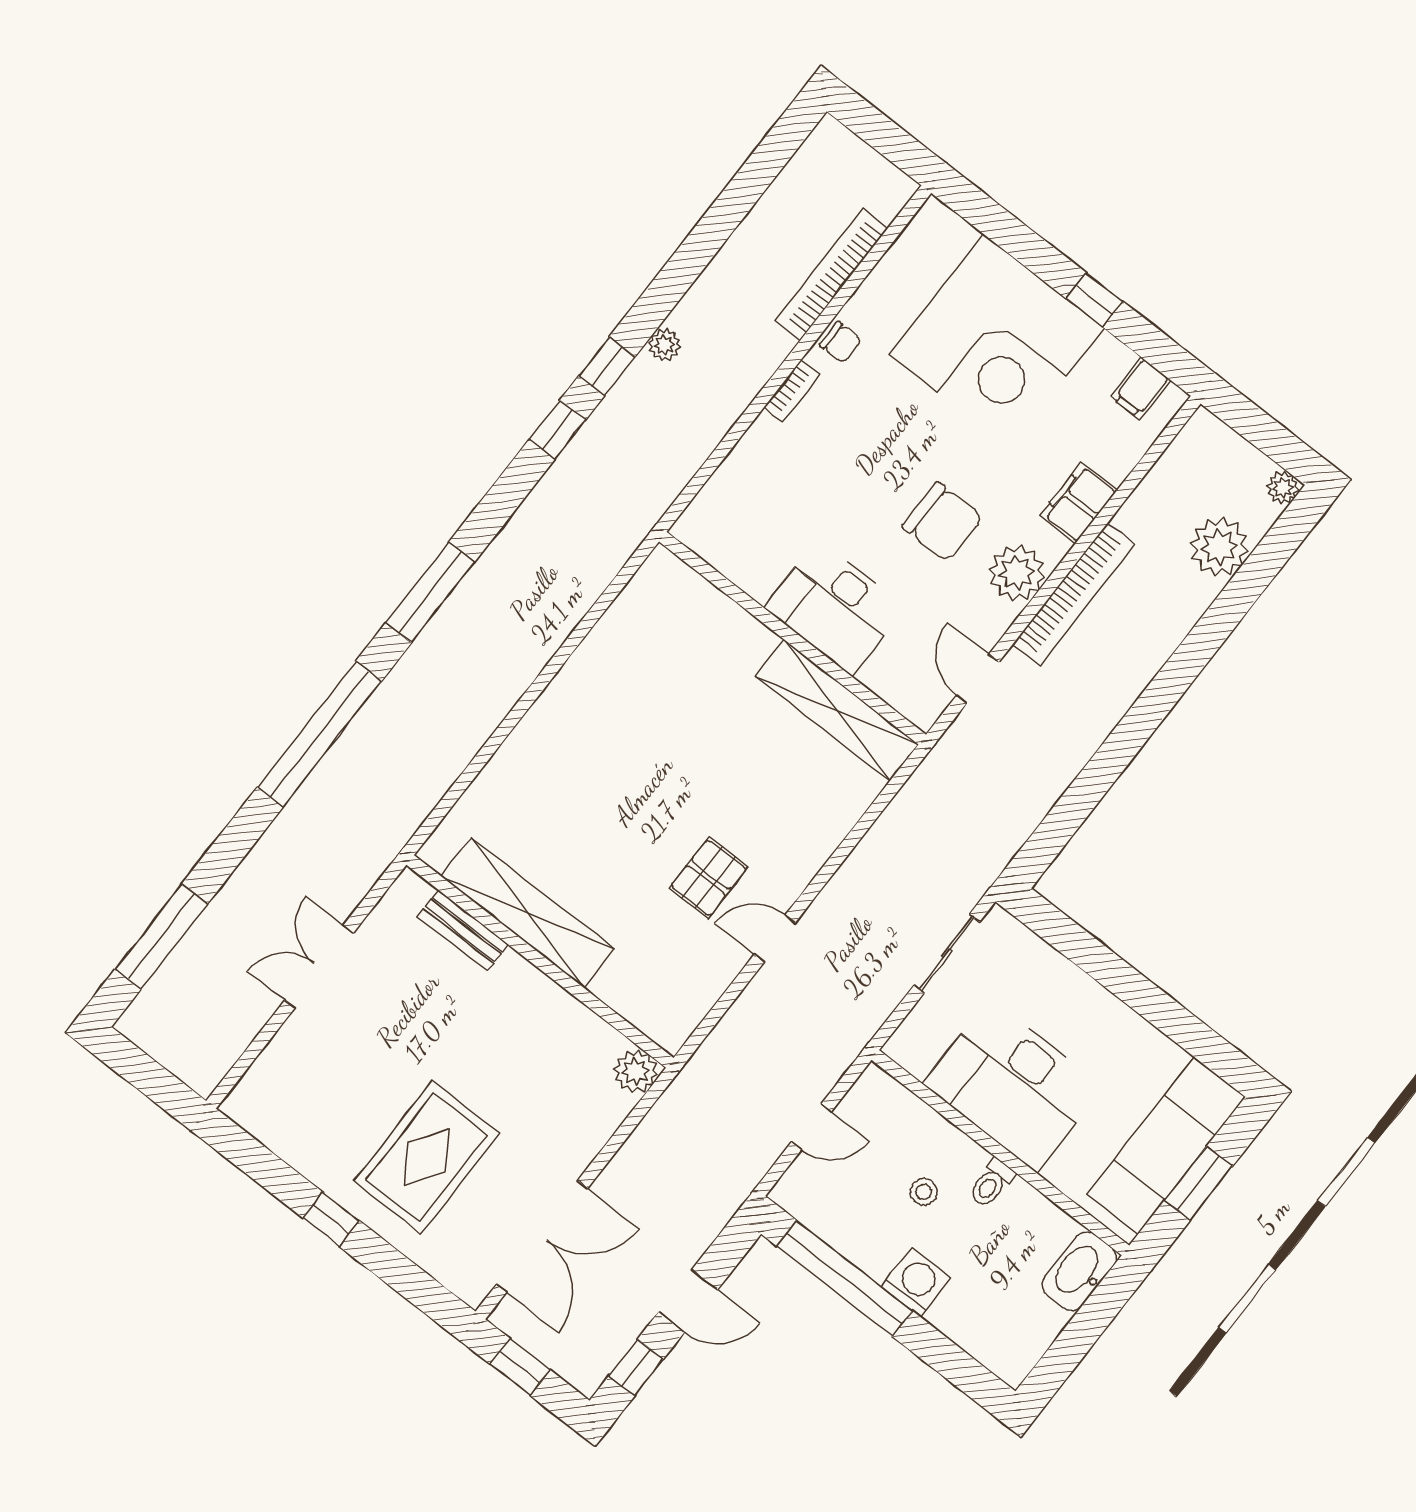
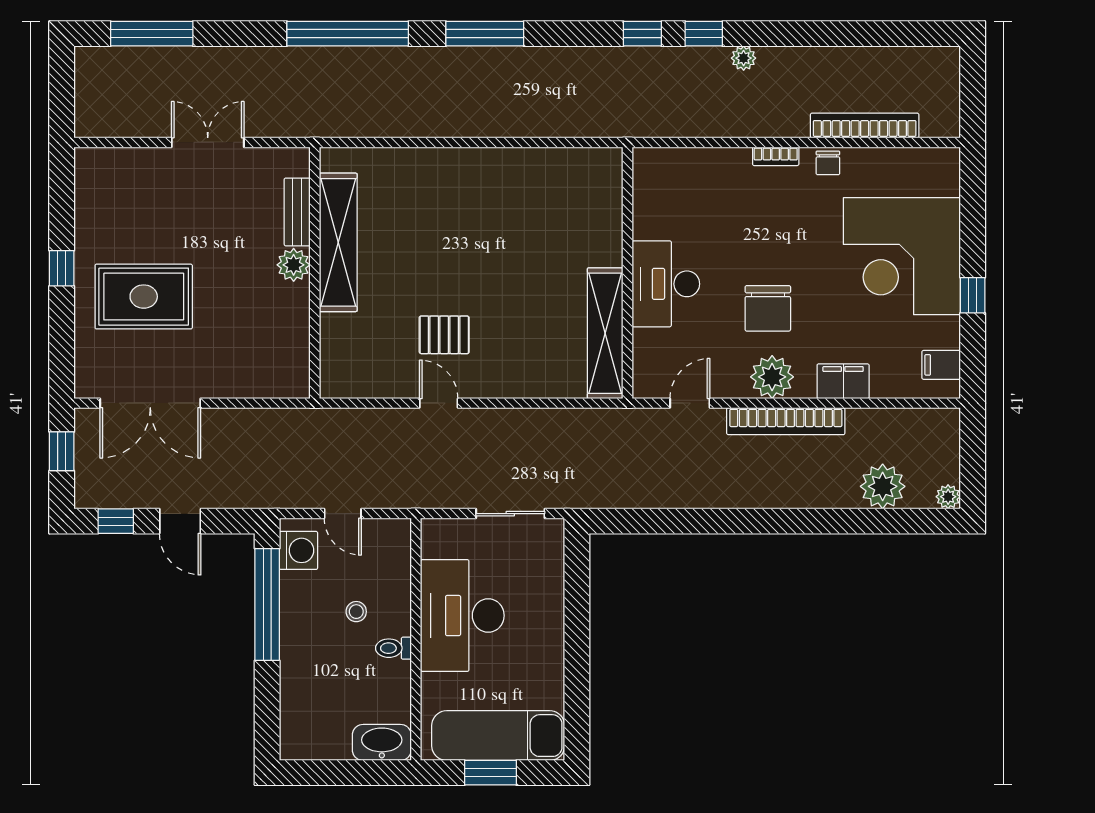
plant: (636, 1071) -> (294, 265), moved
washing machine: (916, 1282) -> (298, 550), moved

